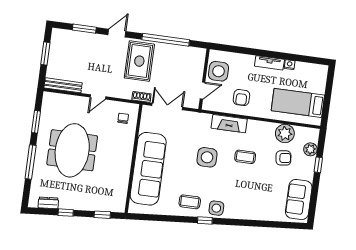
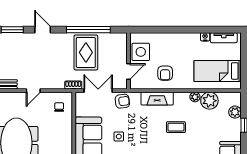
door: (117, 33) -> (43, 30), hinge flipped
rug: (139, 61) -> (86, 52), moved
tv unit: (269, 63) -> (224, 38), moved
plant: (270, 127) -> (195, 97), added
side table: (207, 157) -> (119, 136), moved, width x0.54, depth x0.54
armchair: (283, 158) -> (122, 101), moved

